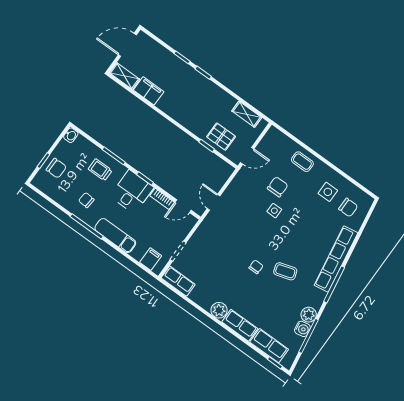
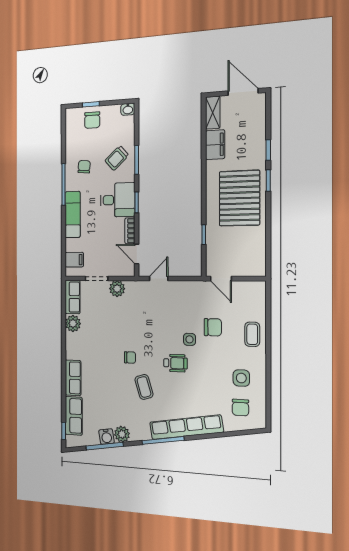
shelving: (247, 114) -> (259, 250), removed
pallet: (221, 137) -> (239, 198), moved, width x2.05, depth x2.00
trolley: (100, 170) -> (117, 158), turned -132
wheelchair: (284, 234) -> (175, 363), added
plant: (198, 240) -> (117, 289), added
plant: (219, 310) -> (73, 323), moved

